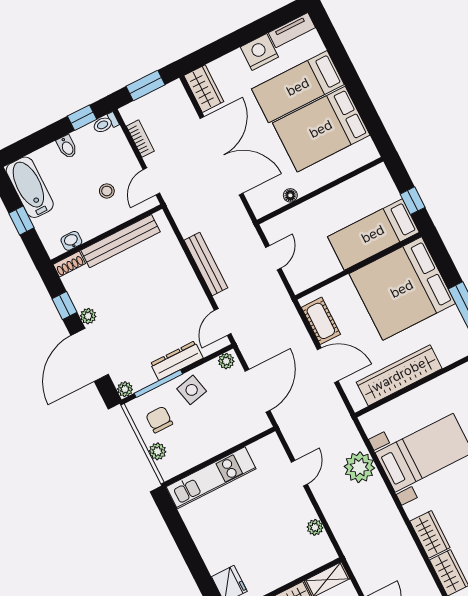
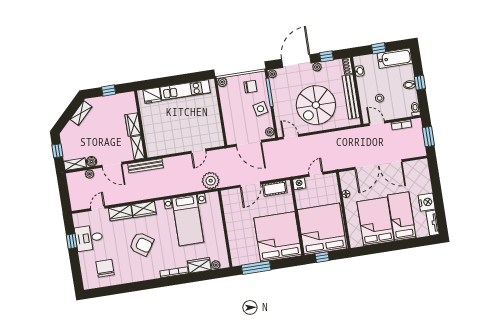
wardrobe: (204, 89) -> (417, 167), removed
window: (82, 118) -> (420, 83), moved
bed: (373, 234) -> (322, 229), width x2.04
door: (273, 258) -> (316, 174), swing flipped
bench: (206, 264) -> (145, 166), moved
nightstand: (299, 282) -> (299, 184), added
spiral stairs: (154, 297) -> (316, 105), added
door: (90, 355) -> (296, 61), hinge flipped
dresser: (177, 361) -> (278, 106), removed
wardrobe: (399, 375) -> (233, 220), removed
plant: (157, 451) -> (222, 82), moved
plant: (359, 467) -> (211, 181), moved
door: (299, 473) -> (198, 151), hinge flipped
kitchen unit: (211, 478) -> (185, 90), moved, turned -90
plant: (315, 527) -> (167, 150), removed

